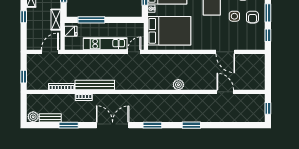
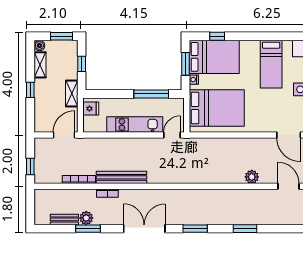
window: (91, 20) -> (151, 94), moved
plant: (178, 85) -> (252, 177), moved
plant: (33, 117) -> (86, 218), moved

